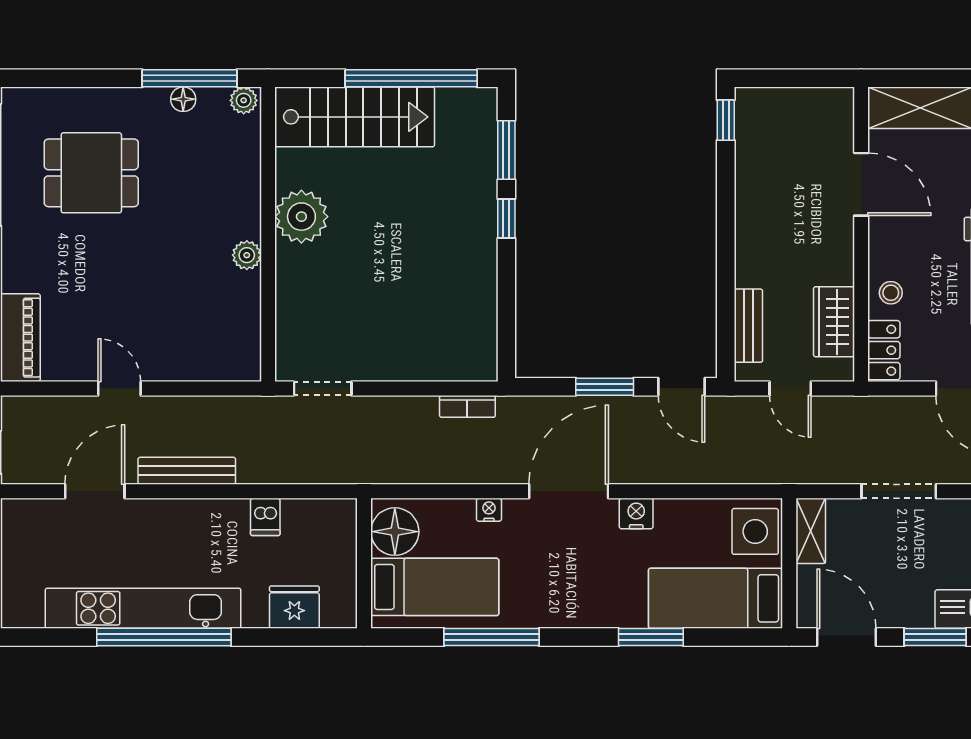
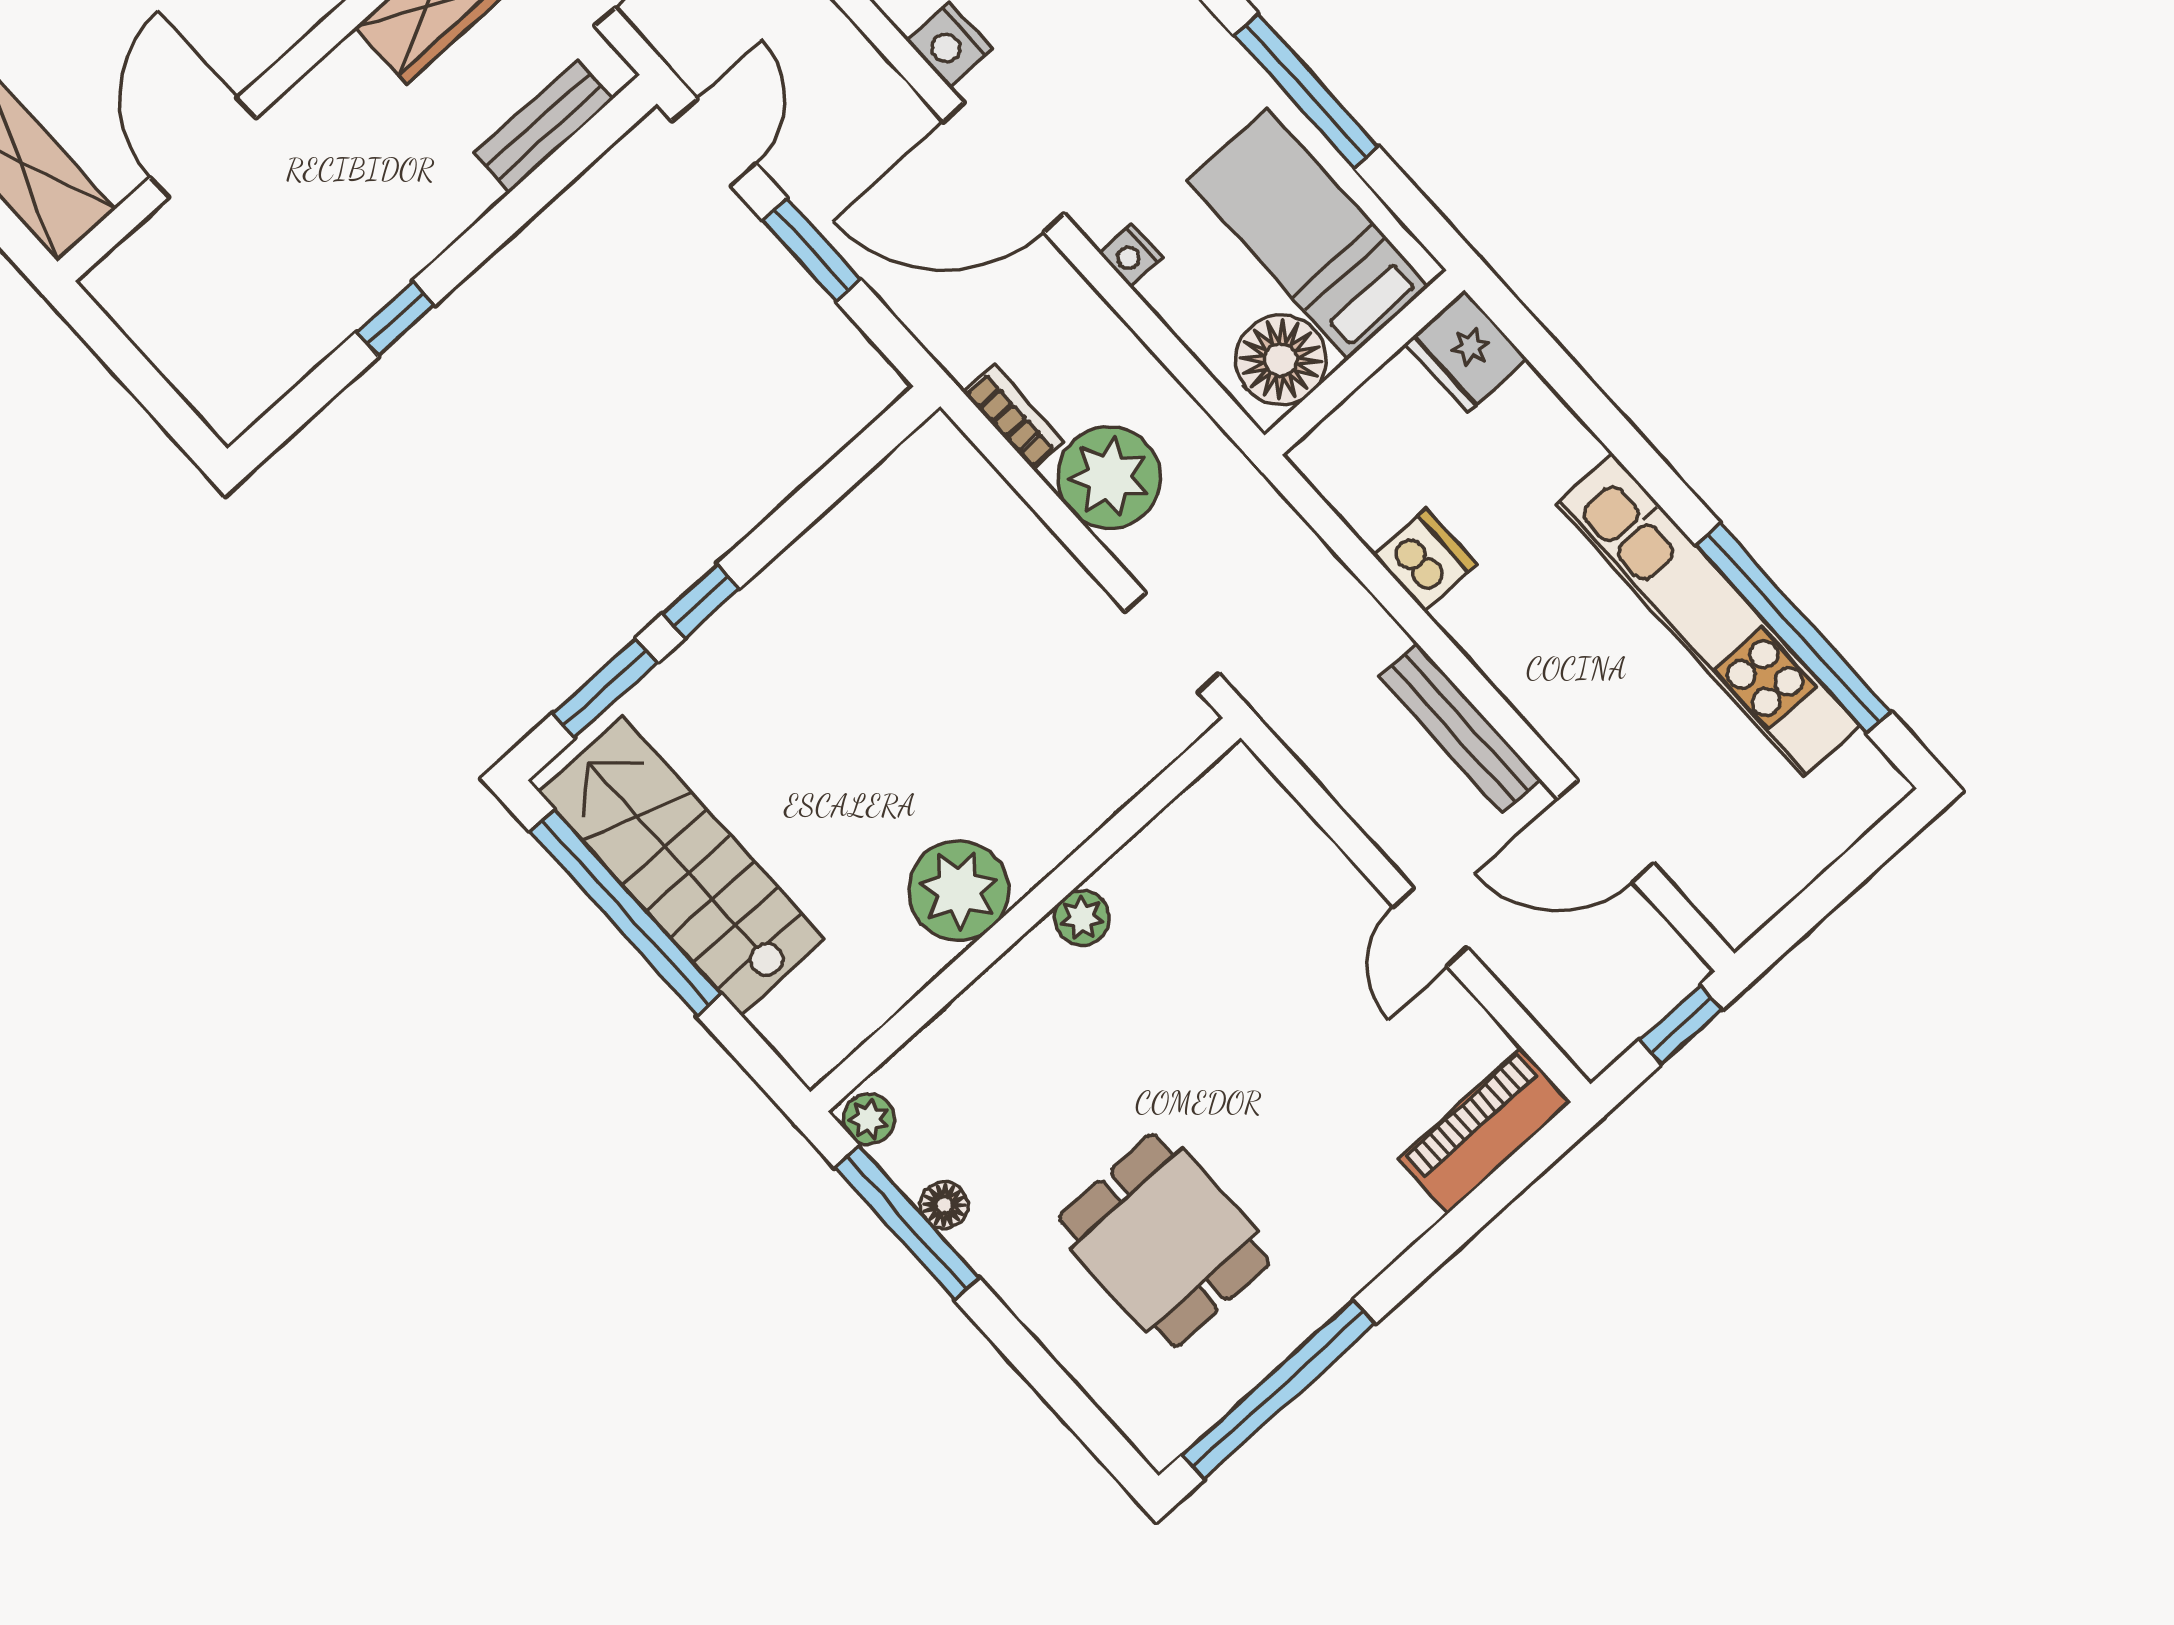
stairs: (355, 117) -> (682, 866), moved
window: (726, 120) -> (395, 319), moved
plant: (410, 422) -> (1109, 477), added
dishwasher: (265, 517) -> (1425, 560), width x1.38
fridge: (294, 607) -> (1466, 351), moved
window: (164, 637) -> (1793, 628), moved

